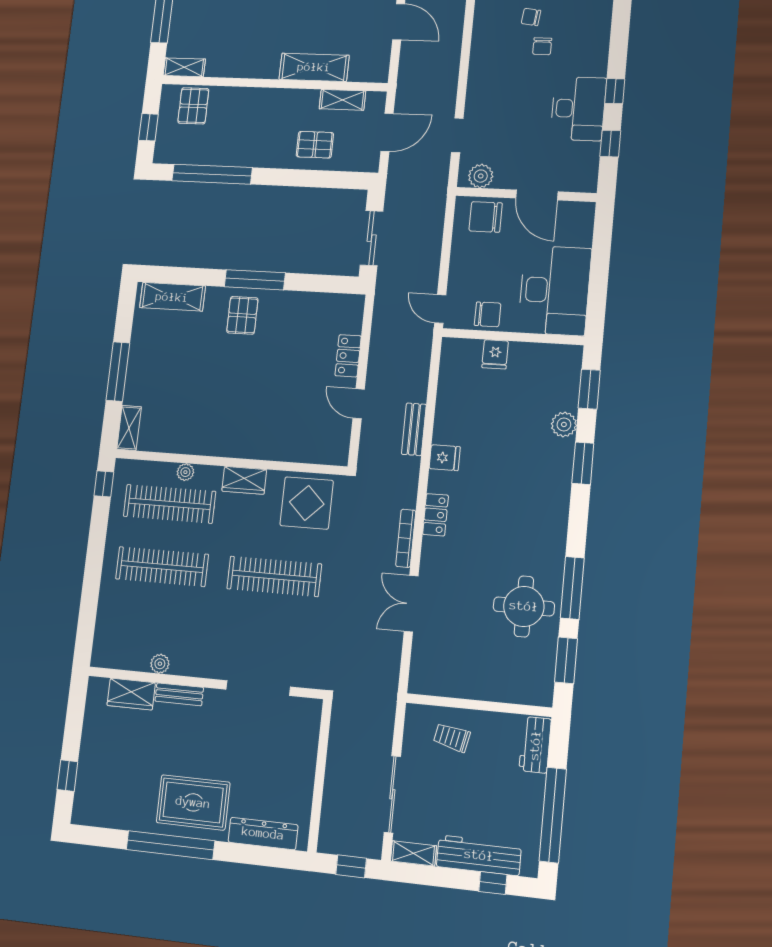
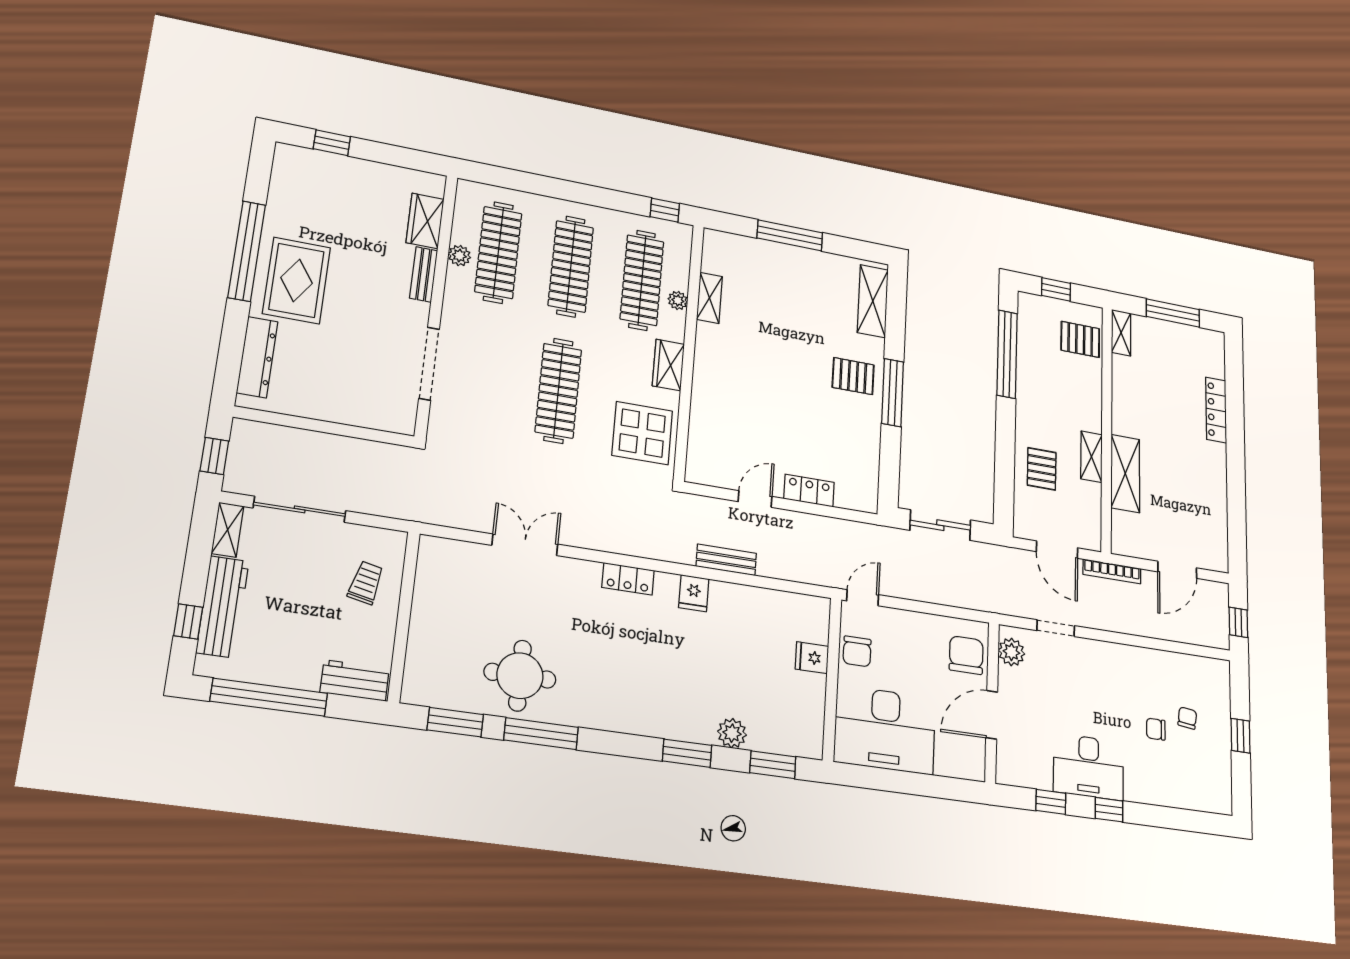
shelving: (342, 100) -> (1091, 457), moved
shelving: (129, 428) -> (709, 298), moved, turned 90
bookcase: (406, 538) -> (1112, 571), moved, turned 180
clothes rail: (154, 630) -> (498, 252), added

